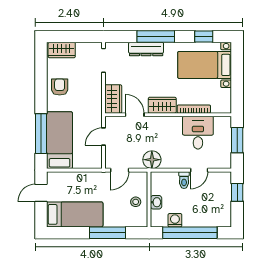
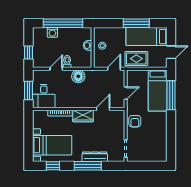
wardrobe: (62, 50) -> (156, 156), removed
armchair: (60, 87) -> (135, 121), moved
wardrobe: (113, 99) -> (119, 120), removed
door: (135, 115) -> (103, 109), swing flipped
desk: (198, 133) -> (44, 96), moved
floor lamp: (152, 160) -> (78, 76), moved
rug: (89, 184) -> (136, 59), added
washing machine: (175, 220) -> (52, 32), moved
window: (108, 233) -> (136, 23), moved

